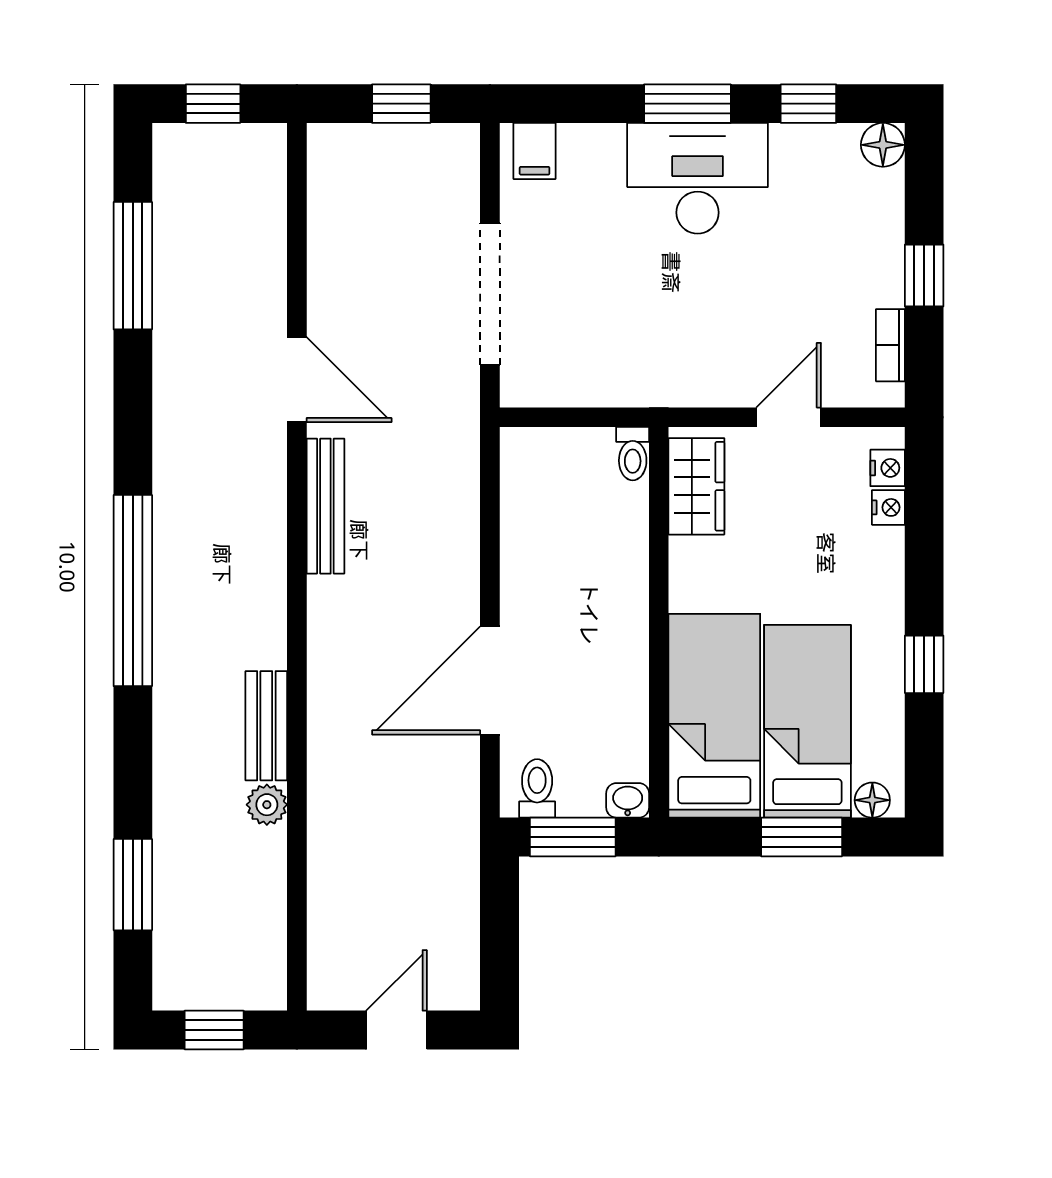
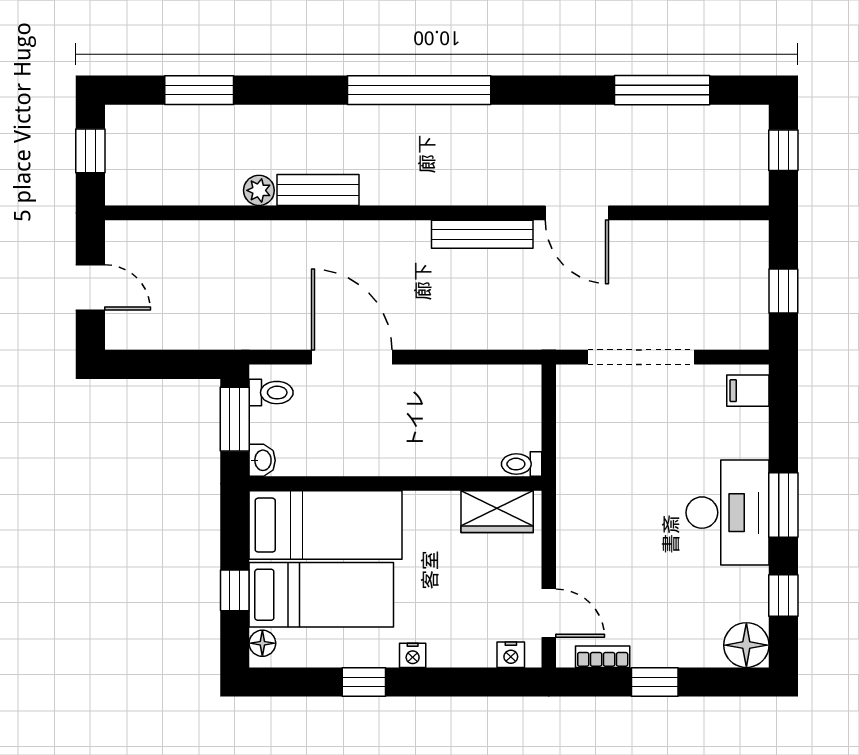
floor lamp: (883, 145) -> (746, 645), width x1.38, depth x1.38
door: (297, 380) -> (577, 213), hinge flipped
door: (789, 417) -> (549, 613), moved
nightstand: (888, 507) -> (413, 655), moved
window: (802, 837) -> (235, 590), width x0.67

